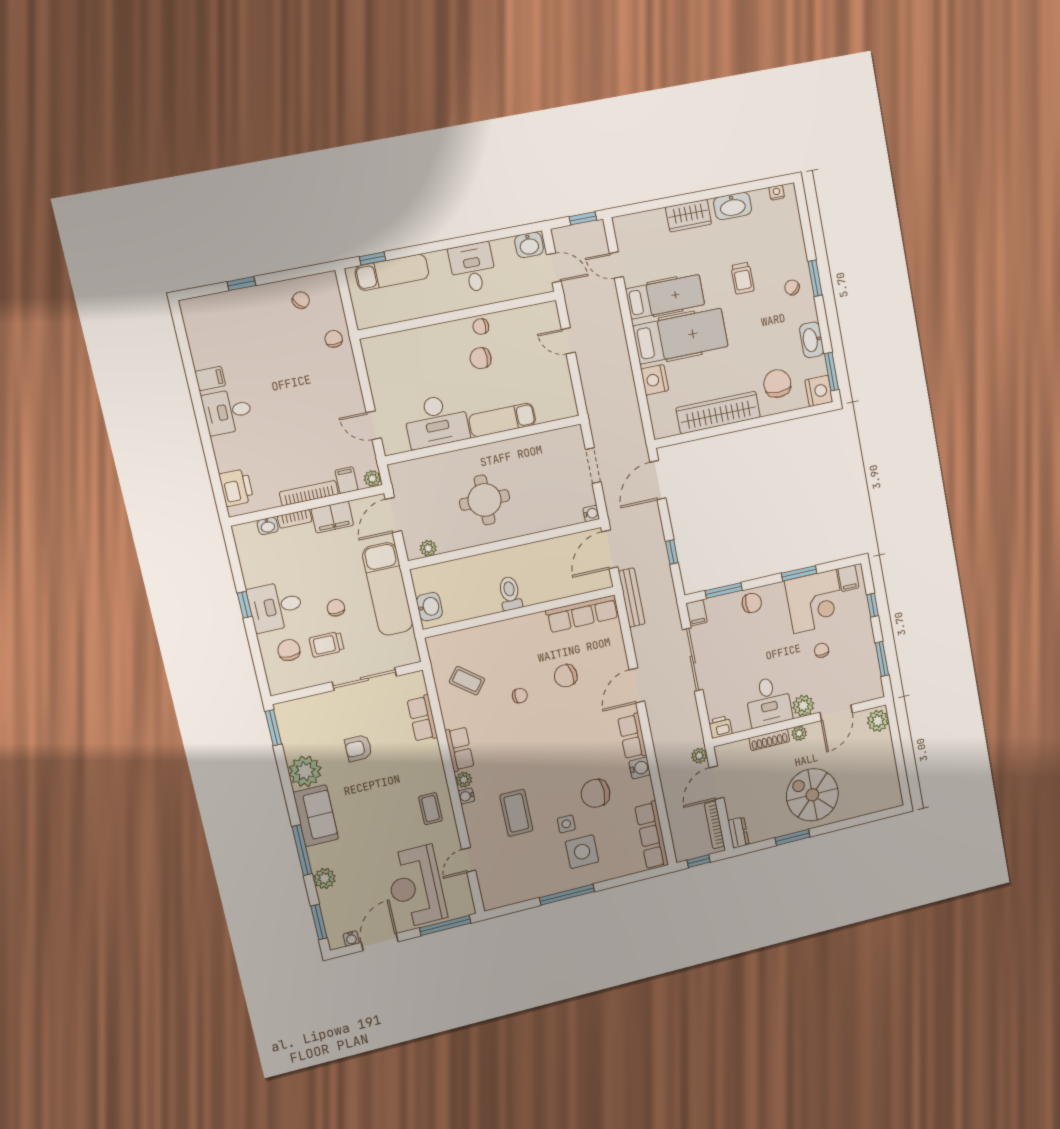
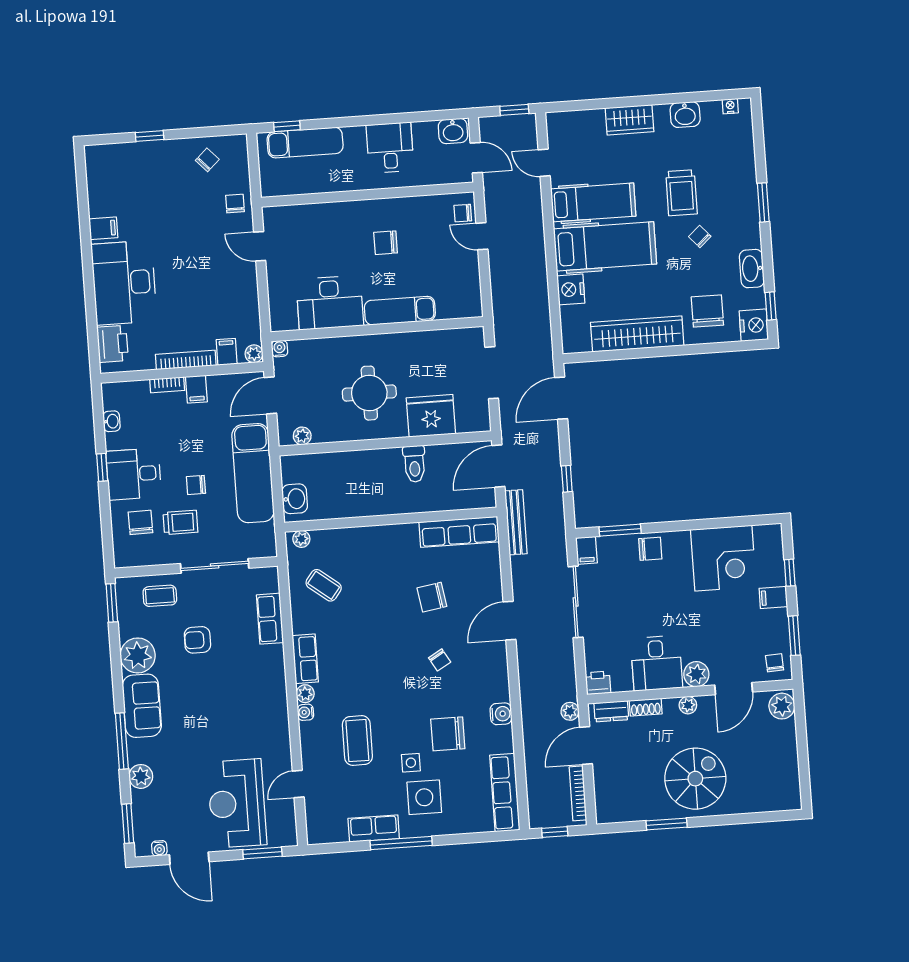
washbasin: (733, 206) -> (685, 115), width x0.72
trolley: (742, 278) -> (681, 193), width x1.36, depth x1.39
chair: (792, 287) -> (700, 237), moved
chair: (481, 327) -> (463, 213), moved
window: (831, 372) -> (771, 306), width x0.67
desk: (227, 412) -> (124, 283), width x1.87, depth x1.30
door: (374, 425) -> (260, 246), moved
doorway: (593, 466) -> (492, 373), width x1.38
fridge: (543, 513) -> (431, 416), added
water cooler: (591, 513) -> (279, 349), moved, turned -90
filing cabinet: (332, 517) -> (196, 389), width x0.50
washbasin: (268, 526) -> (112, 421), moved, turned -90
window: (799, 573) -> (708, 524), removed
filing cabinet: (848, 578) -> (773, 597), moved, turned 90
toilet: (510, 593) -> (414, 464), moved, turned 180
chair: (336, 608) -> (196, 485), turned -90
plant: (441, 642) -> (301, 539), added
trolley: (327, 644) -> (180, 522), turned 180
chair: (822, 650) -> (775, 663), moved
chair: (520, 696) -> (440, 660), moved, turned 60
row of seats: (632, 736) -> (374, 829), moved, turned 90
shoe rack: (769, 740) -> (646, 707), width x0.70
spiral stairs: (812, 795) -> (695, 779), turned 90
coffee table: (430, 809) -> (160, 596), moved, turned 90
dresser: (738, 832) -> (611, 711), moved, turned 90
window: (445, 925) -> (262, 853), width x0.69
door: (380, 942) -> (189, 858), swing flipped

